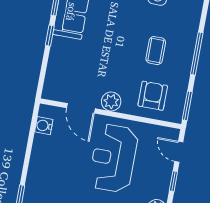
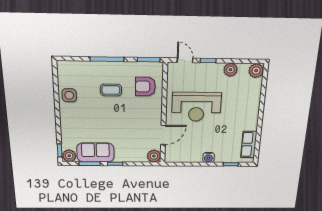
plant: (111, 101) -> (154, 156), moved
water cooler: (44, 126) -> (208, 157), moved
door: (179, 152) -> (185, 60), swing flipped

